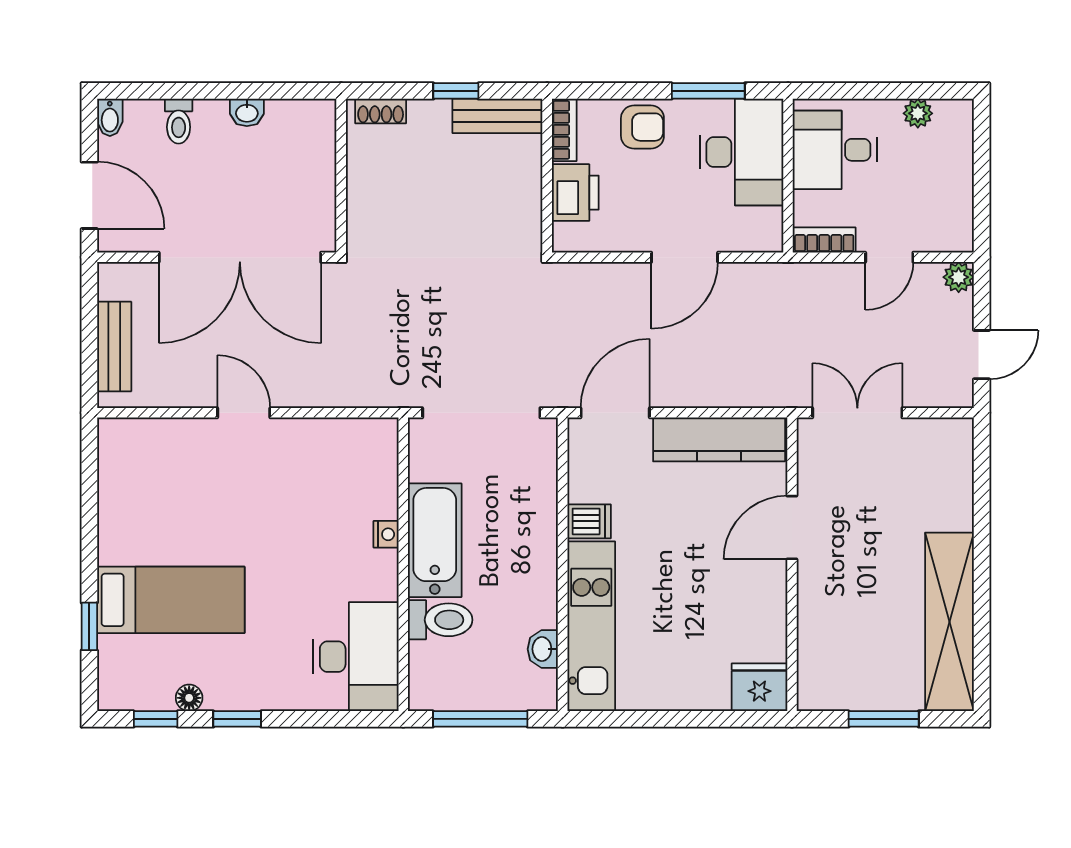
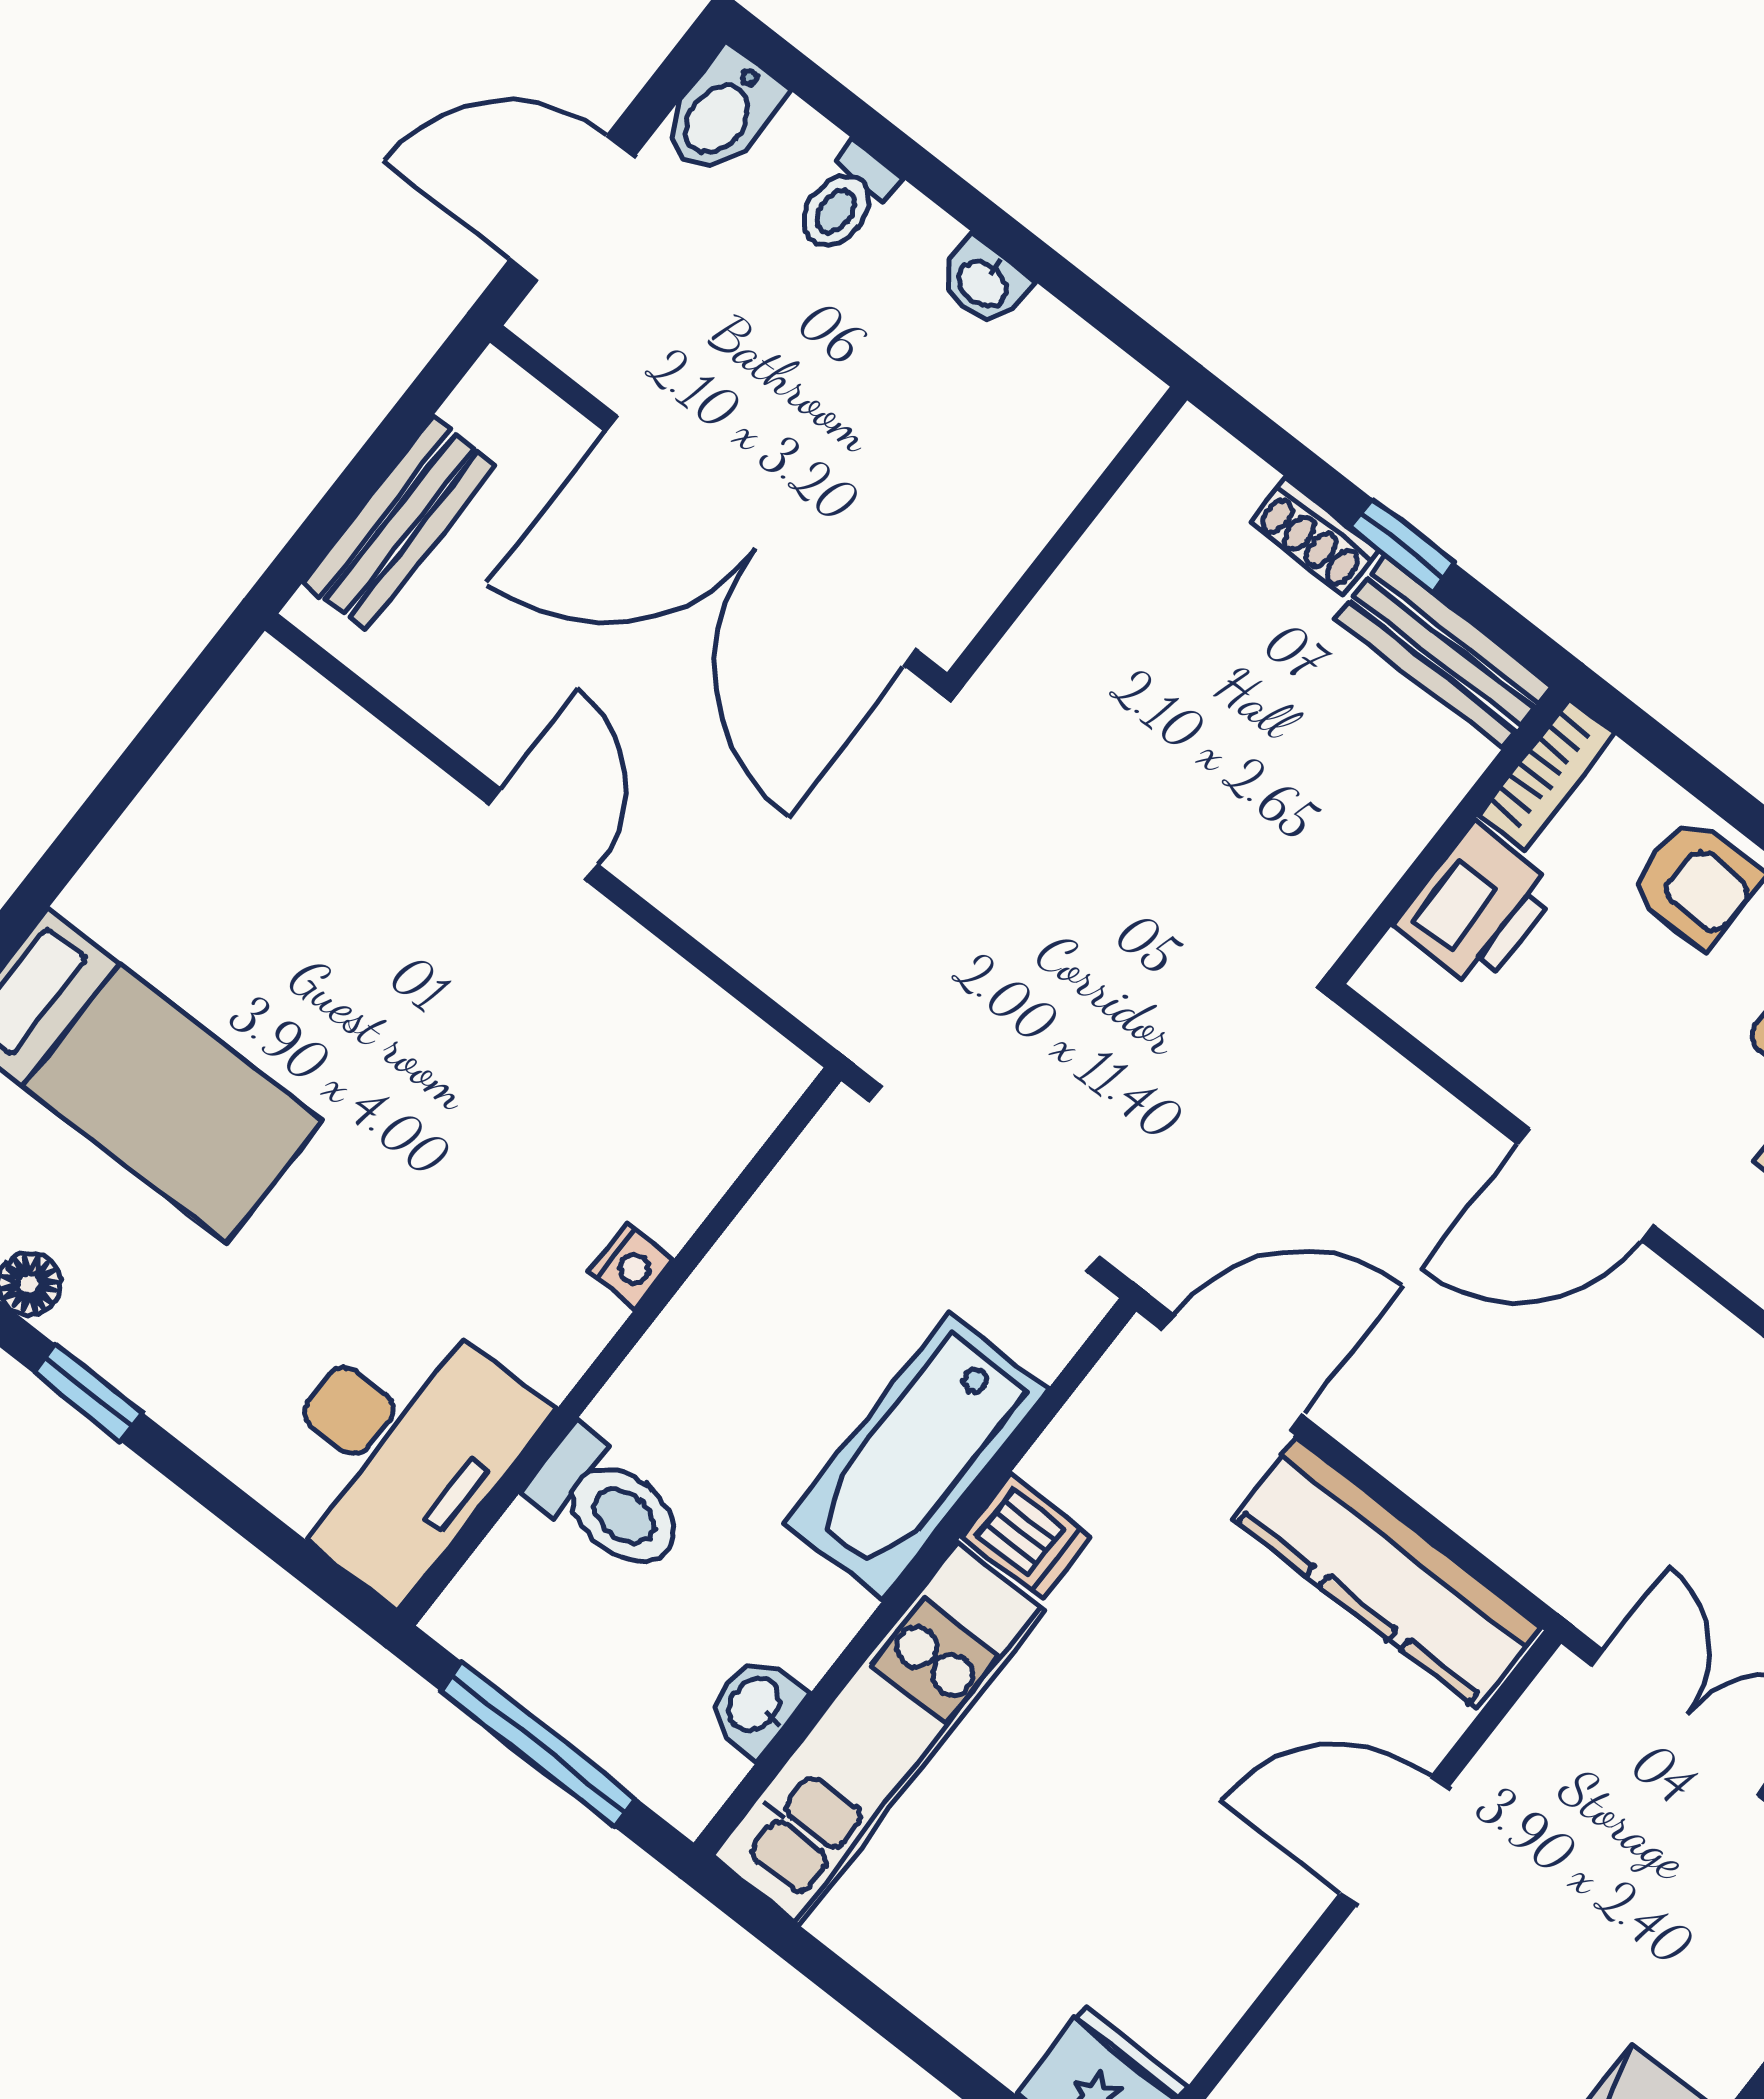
shoe rack: (381, 111) -> (1314, 536), moved
bidet: (110, 117) -> (722, 113), width x1.38, depth x1.36
door: (89, 195) -> (572, 208), swing flipped
bathtub: (435, 540) -> (916, 1456), moved, turned 180

